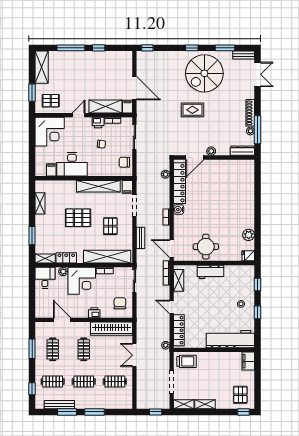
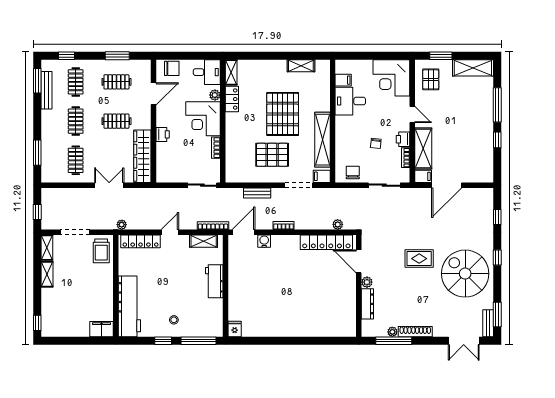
window: (147, 48) -> (497, 217), moved
window: (225, 48) -> (497, 315), moved
rug: (192, 110) -> (419, 259), turned 90
dresser: (242, 151) -> (367, 304), moved
desk: (72, 164) -> (350, 101), width x0.73
water cooler: (179, 209) -> (264, 241), moved
pallet: (78, 218) -> (283, 114), width x1.37, depth x1.41
pallet: (110, 226) -> (272, 155), width x1.50, depth x1.42
plant: (249, 235) -> (261, 329), removed
window: (32, 236) -> (260, 56), removed
round table: (206, 247) -> (246, 275), removed
shelving: (107, 257) -> (234, 151), removed
window: (258, 284) -> (198, 341), width x2.17
chair: (120, 303) -> (172, 68), moved
pallet: (240, 395) -> (59, 319), removed
window: (67, 412) -> (37, 81), moved
window: (94, 412) -> (37, 153), moved

